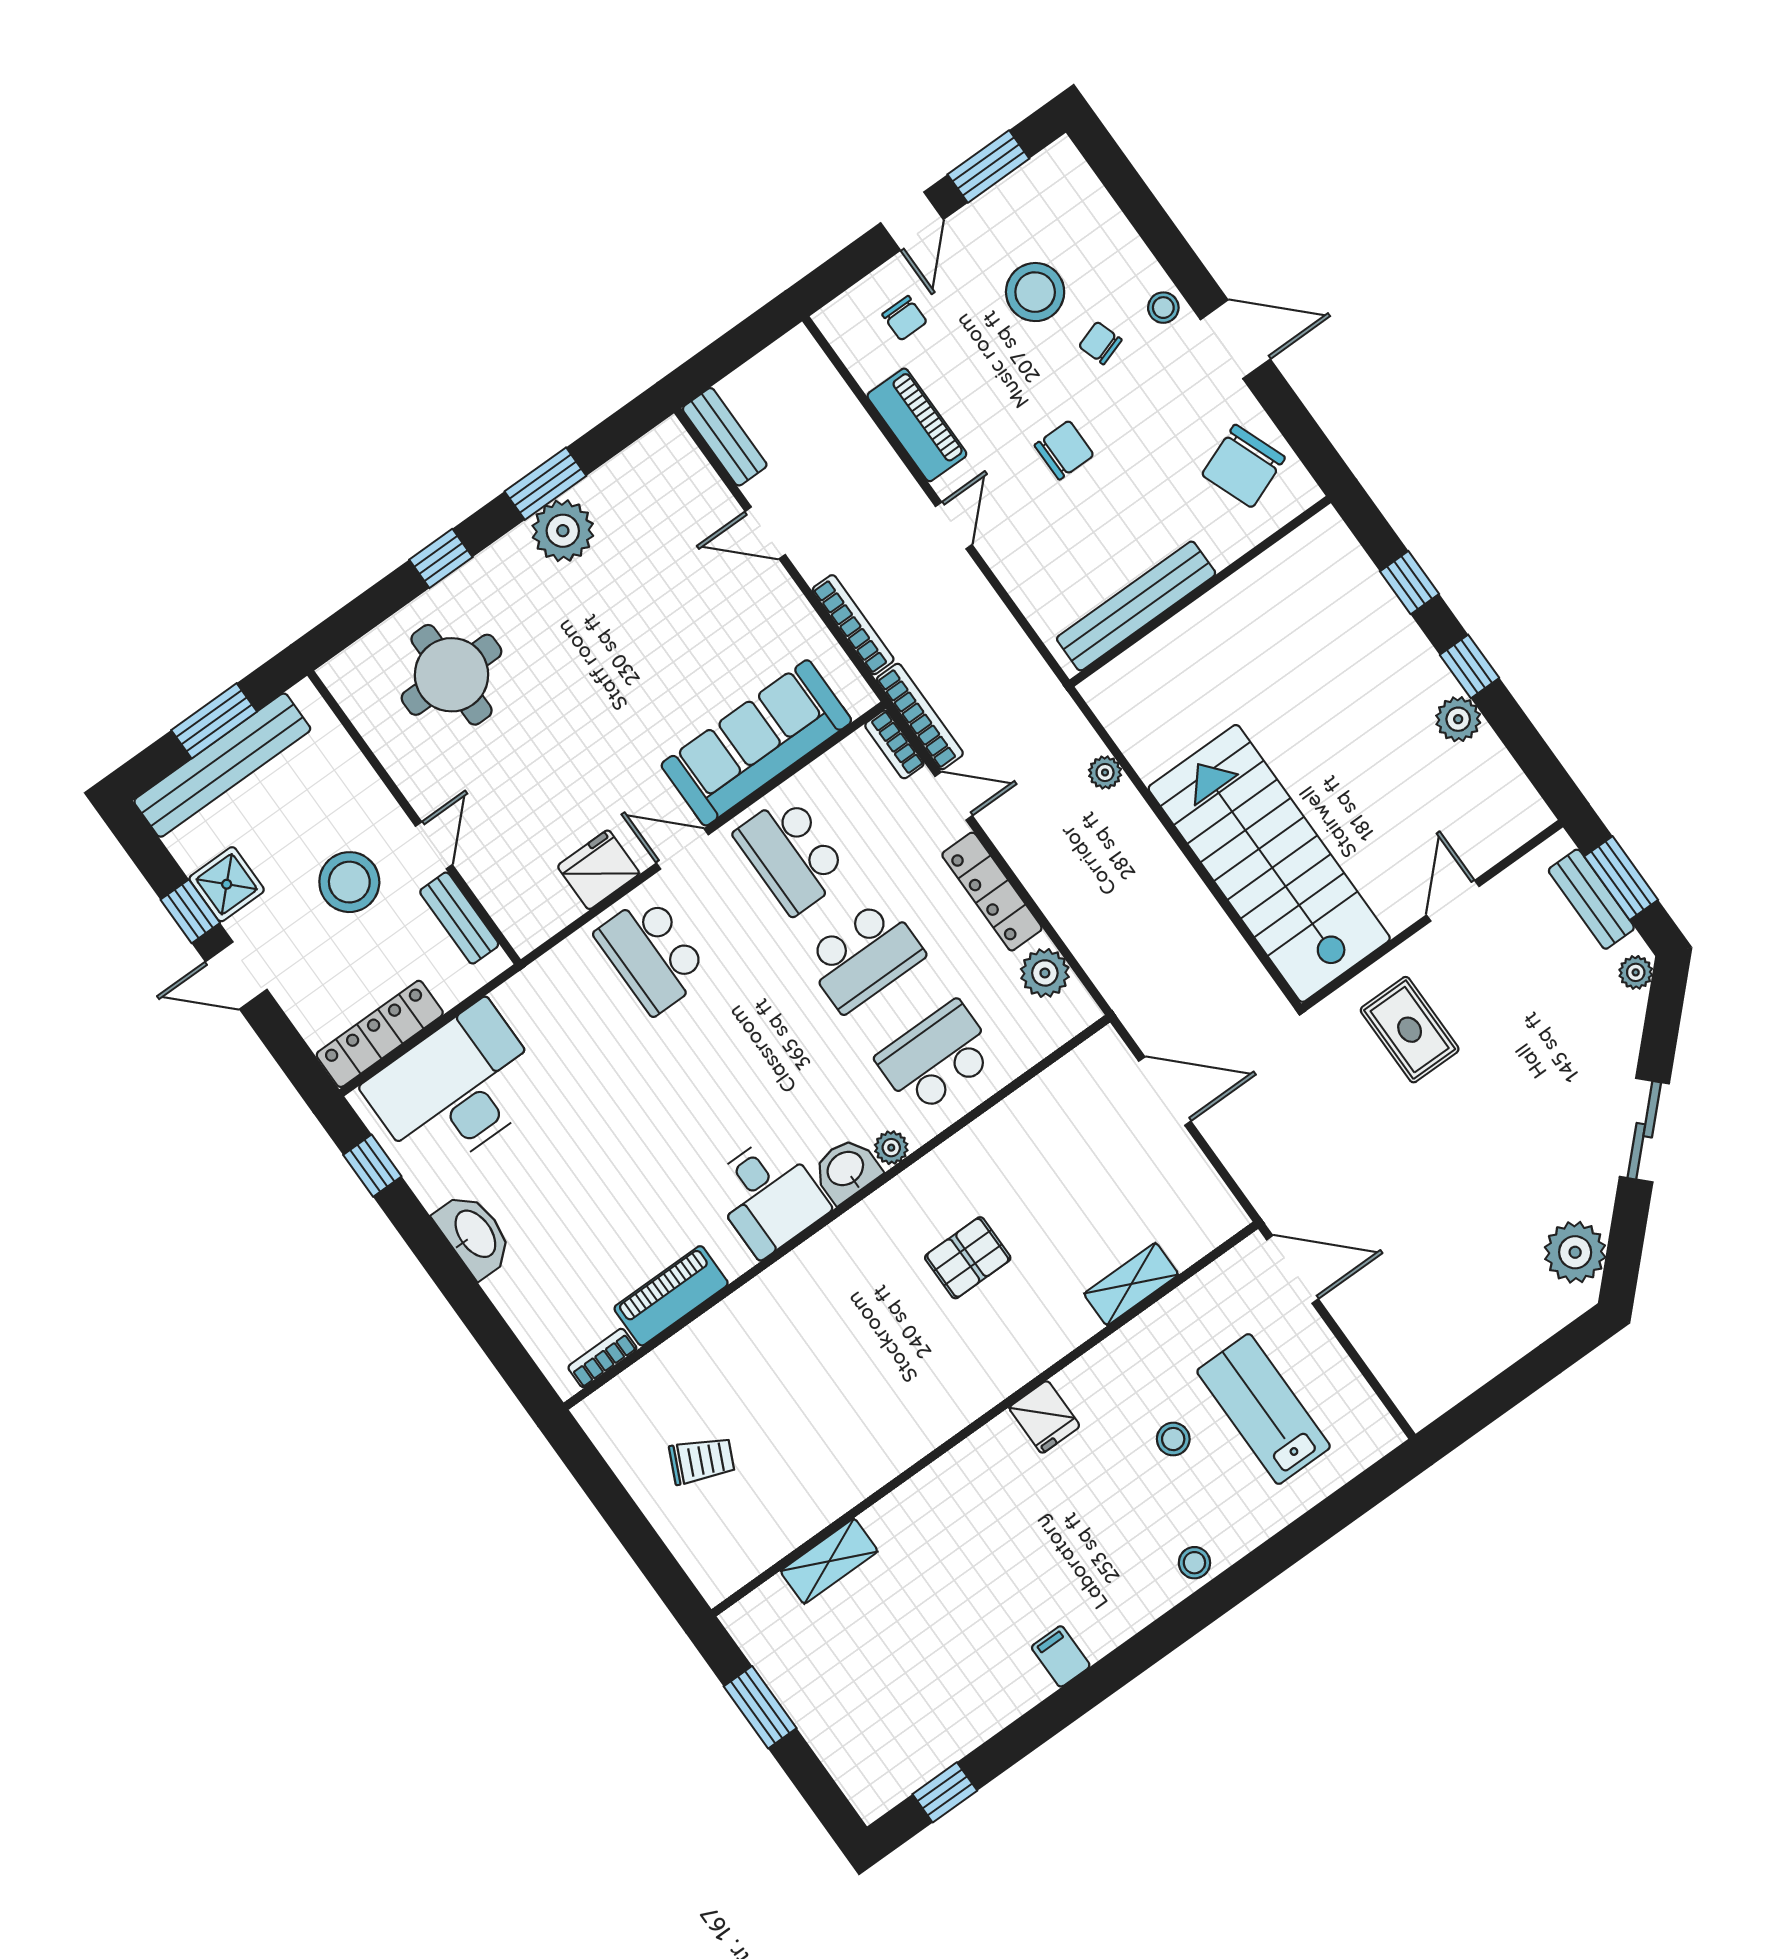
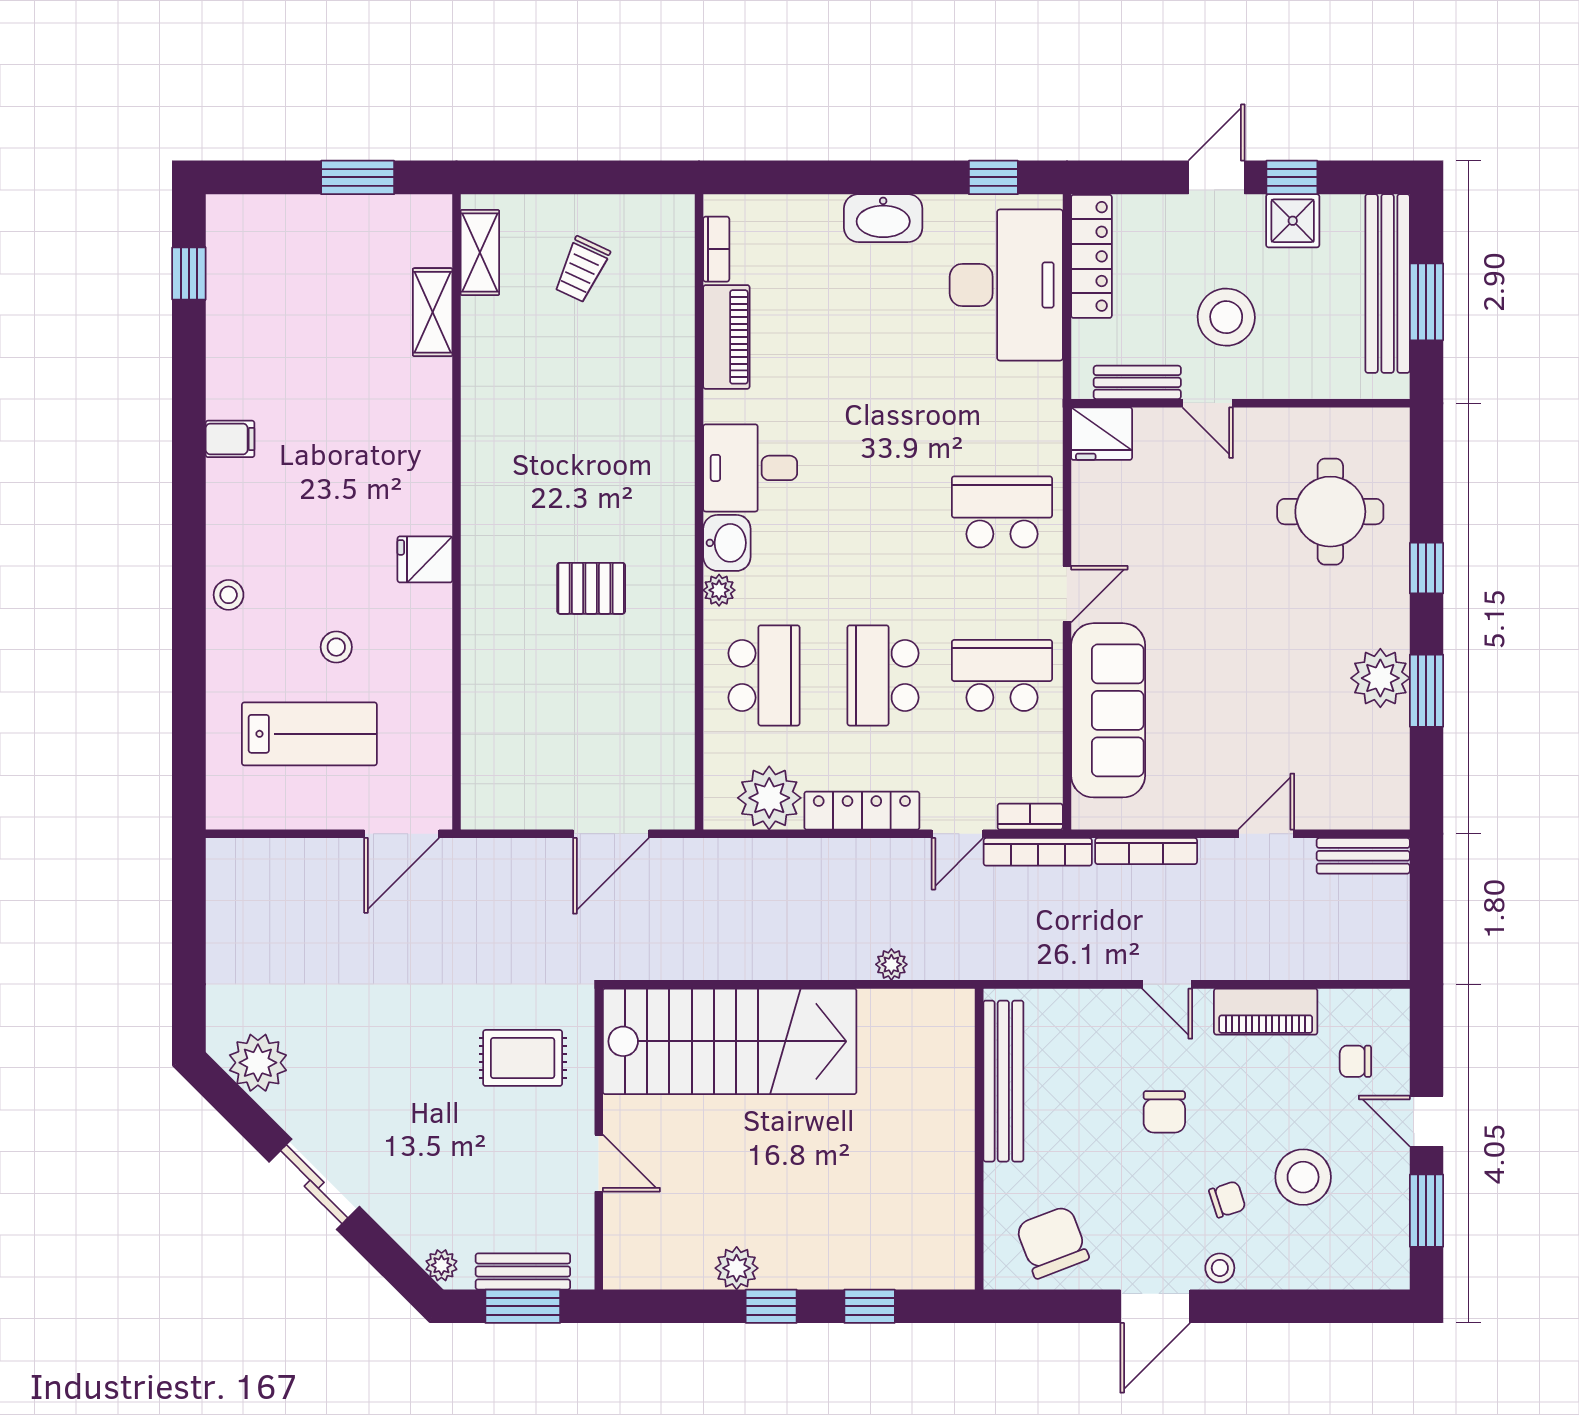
fridge: (598, 870) -> (1102, 434), moved, turned 90
plant: (1045, 973) -> (769, 798), width x1.36, depth x1.36
pallet: (968, 1258) -> (591, 588), turned 90
shelving: (1131, 1284) -> (480, 253), moved

